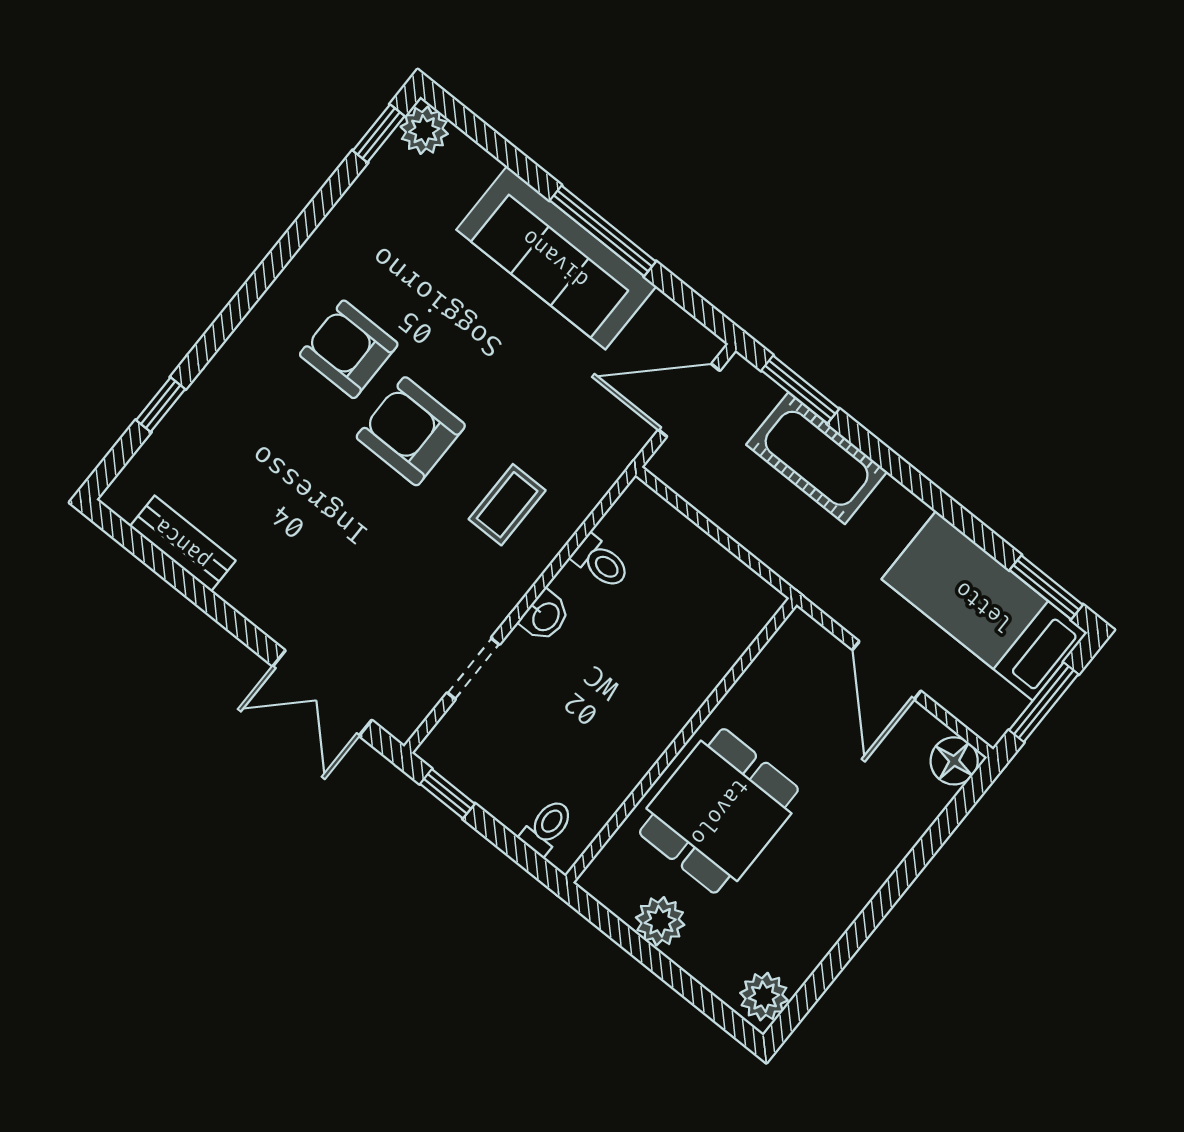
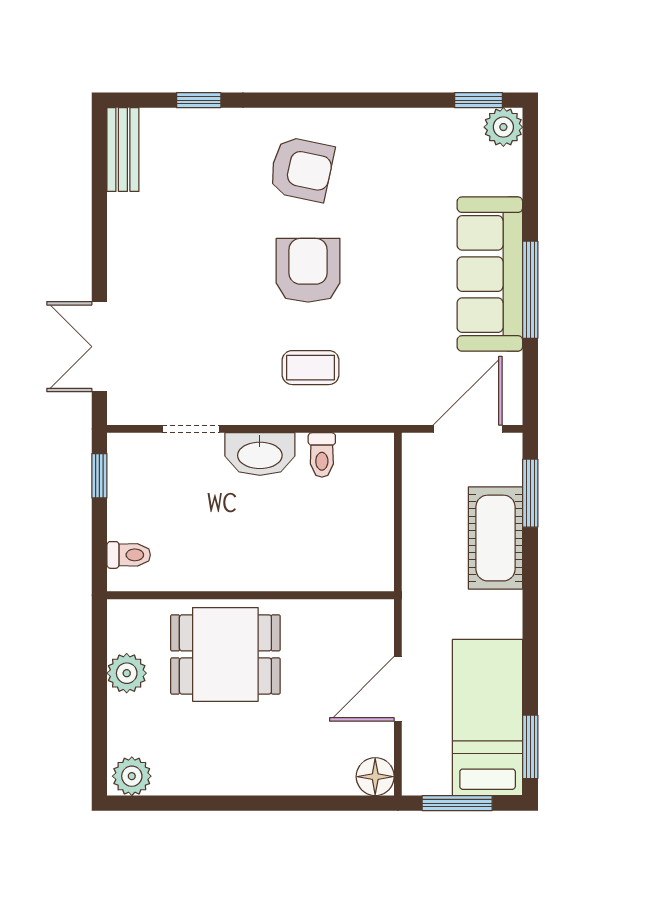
armchair: (349, 349) -> (301, 169), moved, turned 102
door: (689, 400) -> (468, 429), hinge flipped
bench: (183, 543) -> (123, 150), moved
washbasin: (545, 616) -> (260, 454), width x1.91, depth x1.45

